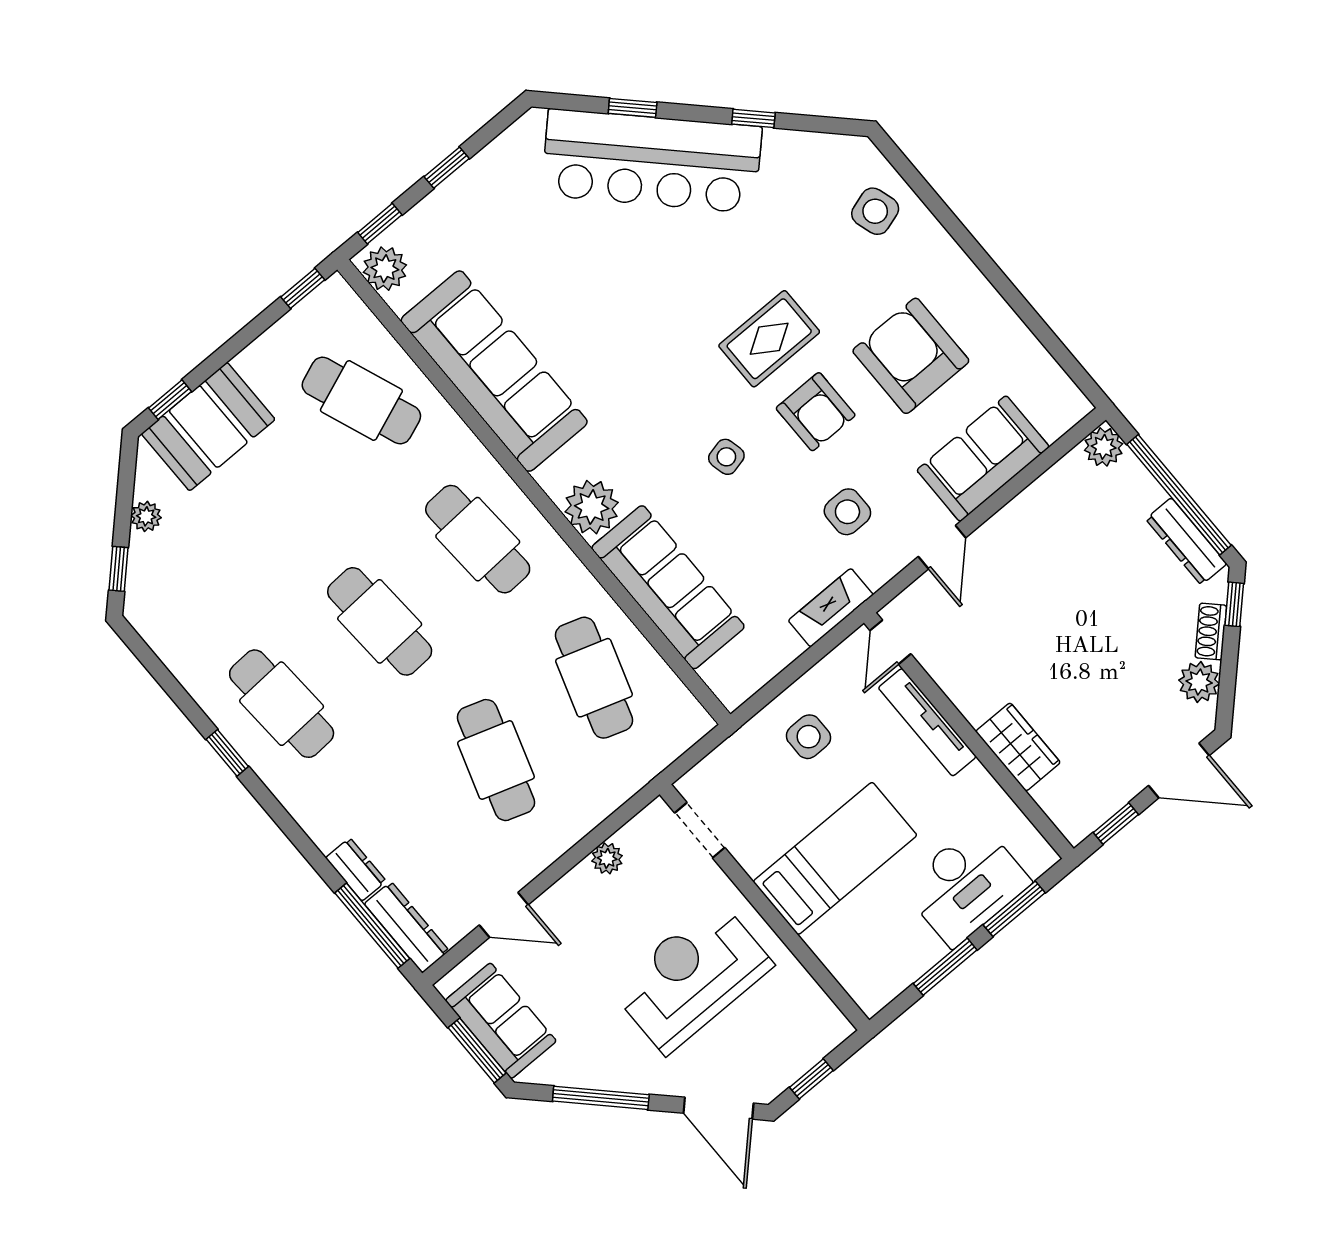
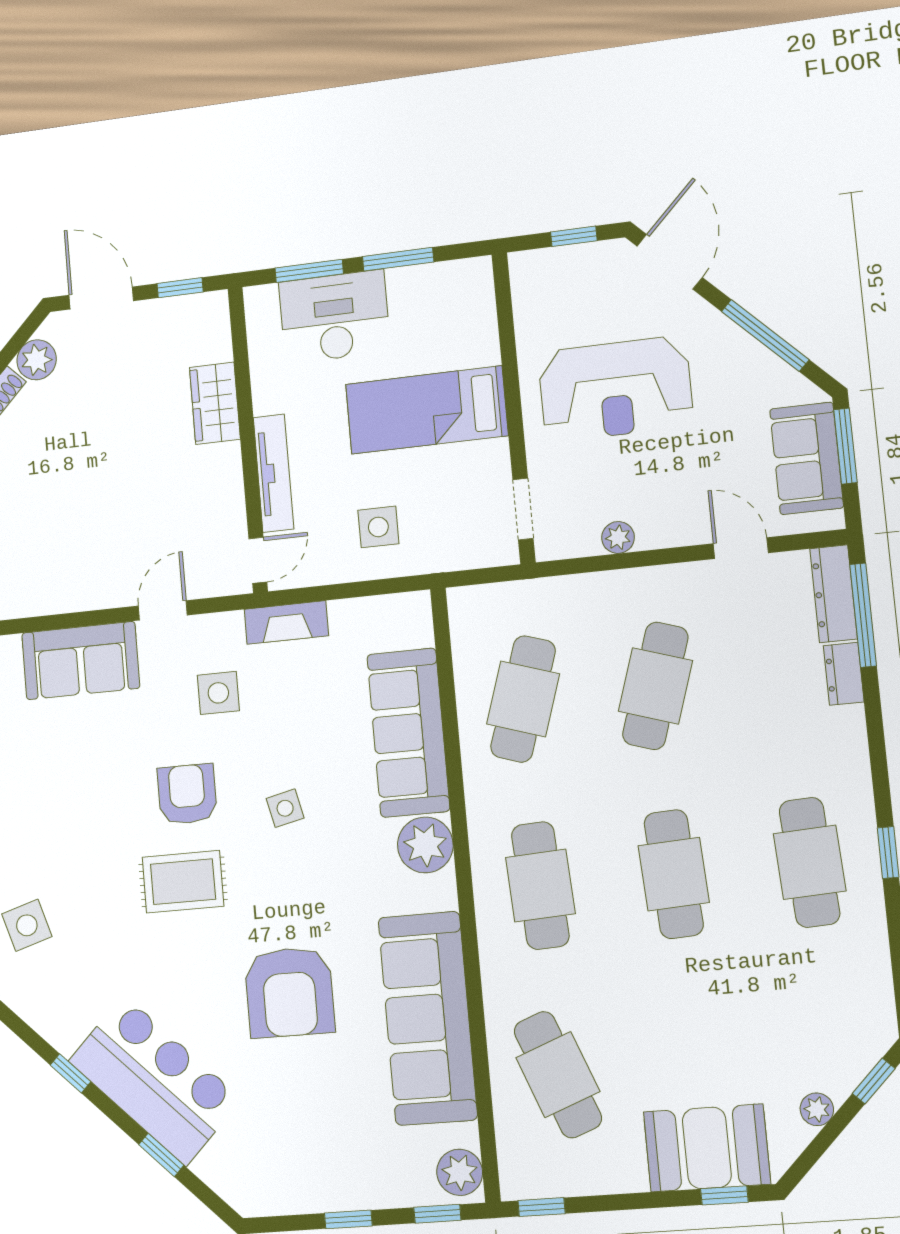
bar counter: (652, 161) -> (155, 1080), width x0.73
armchair: (911, 356) -> (289, 992), moved

